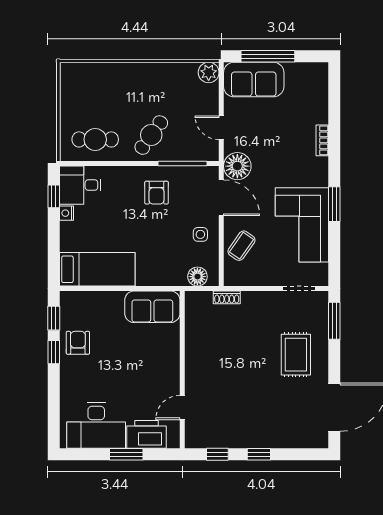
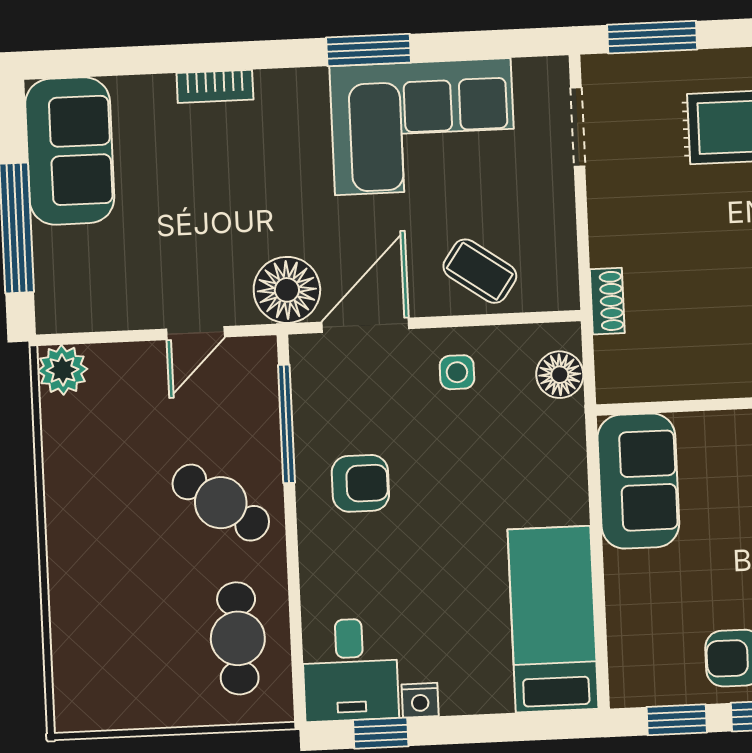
sofa: (254, 80) -> (70, 151), moved

